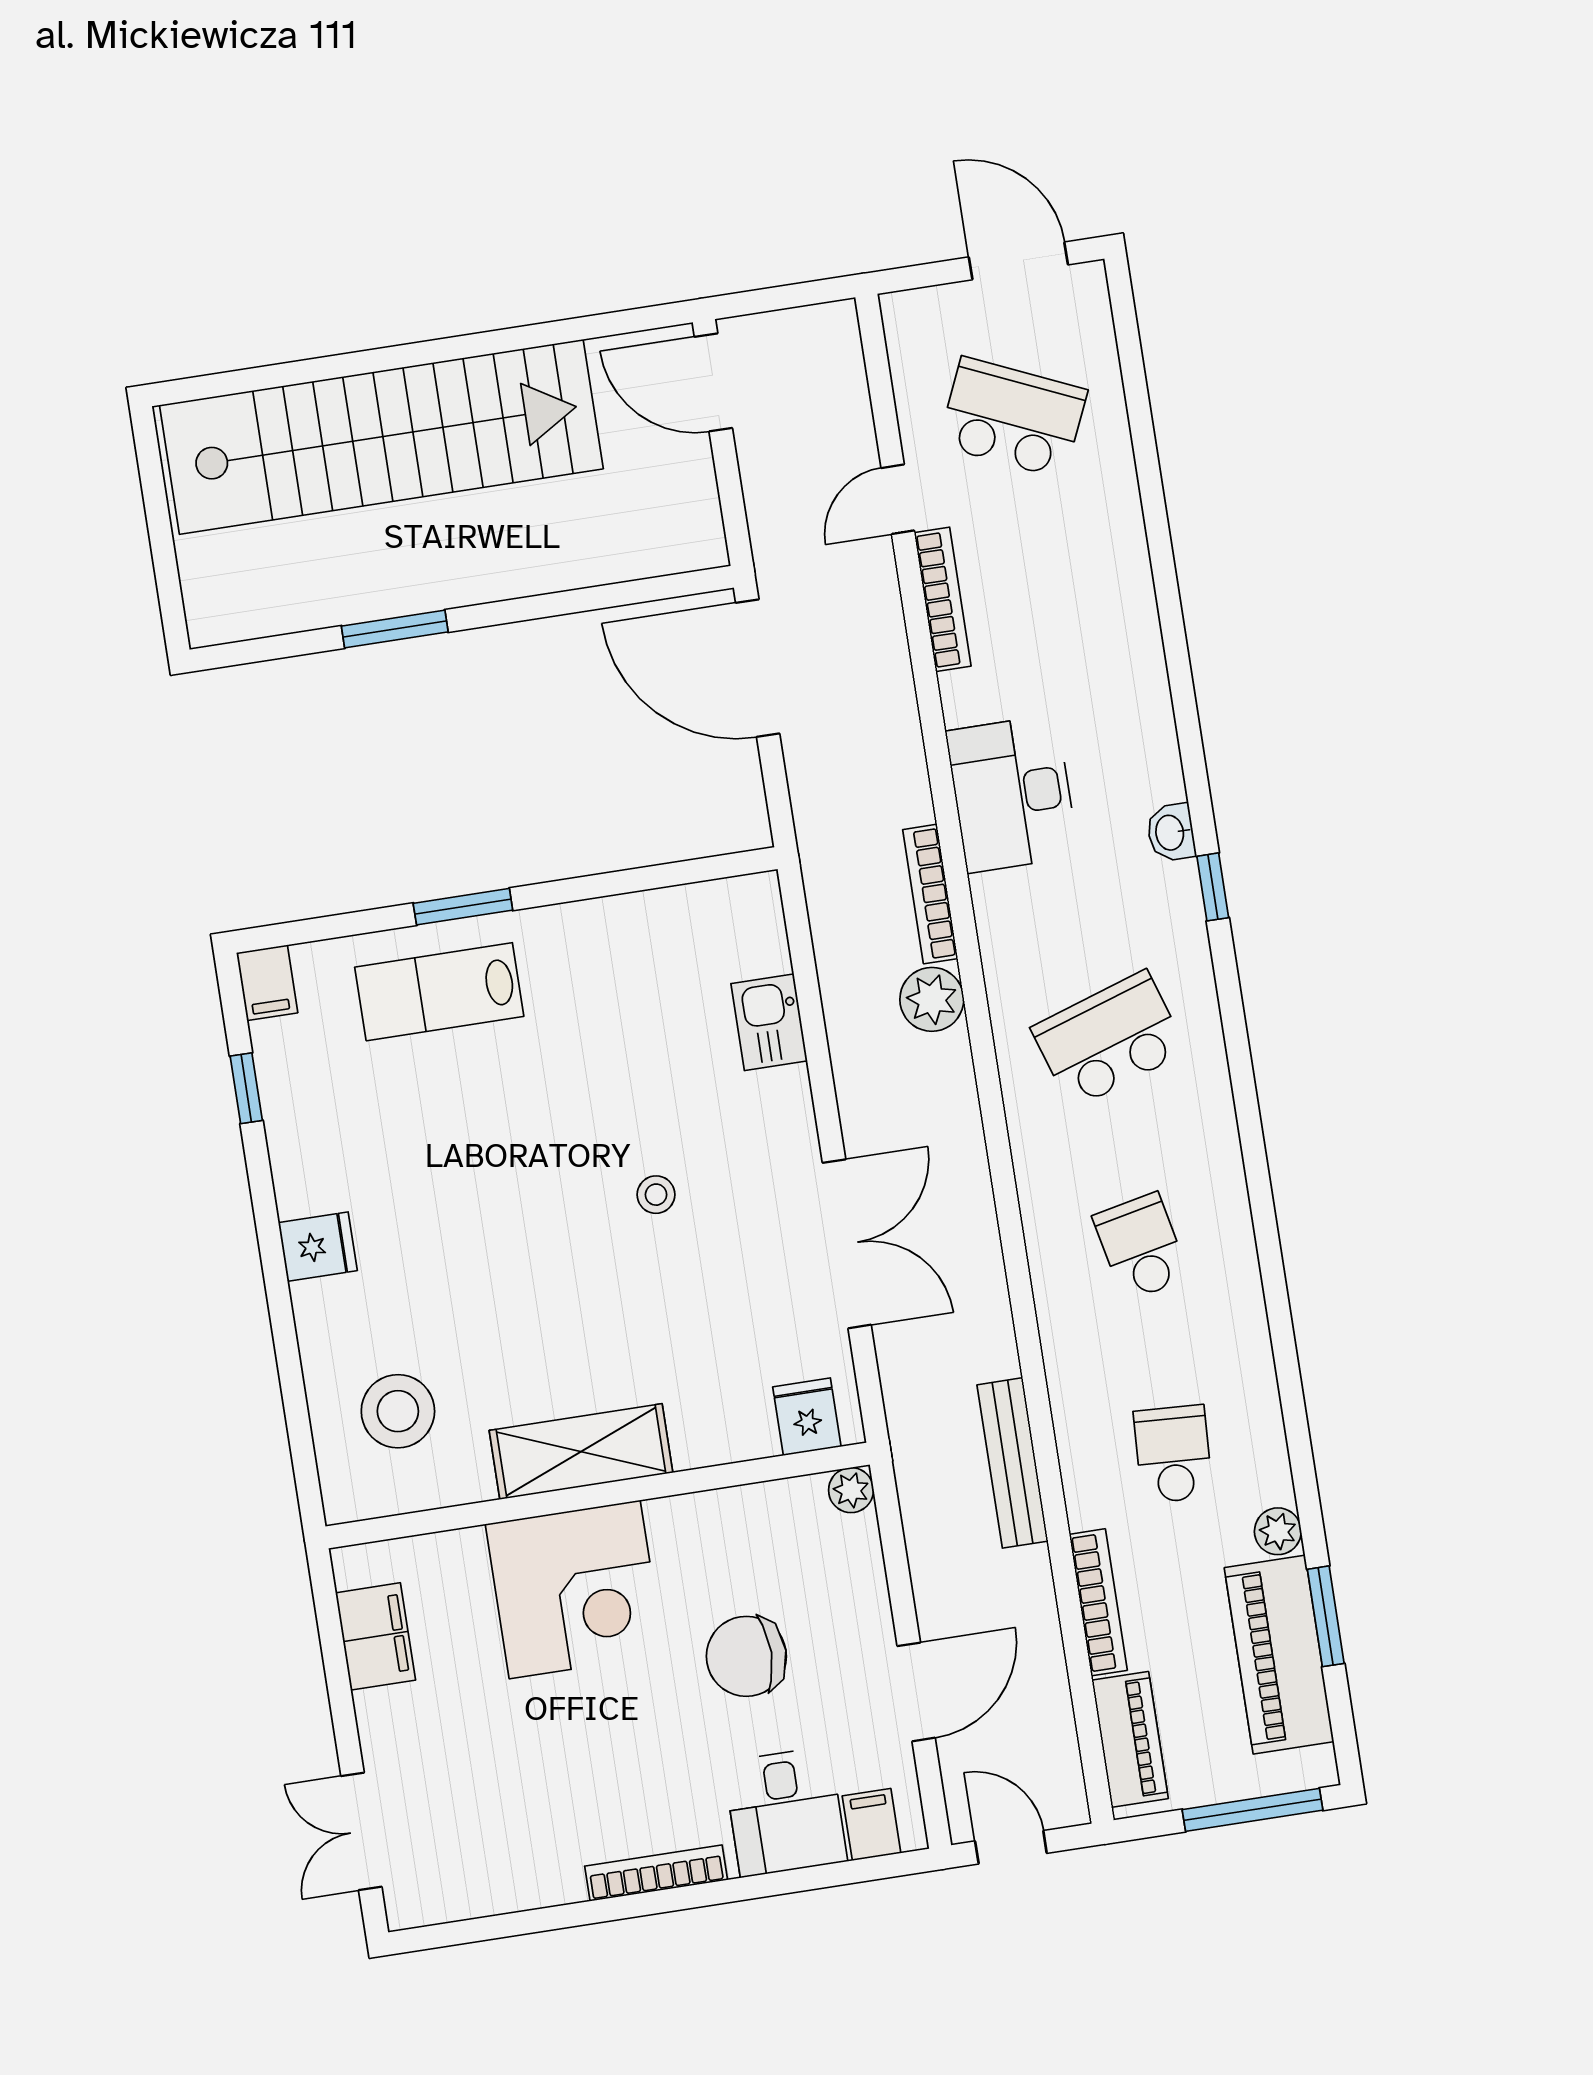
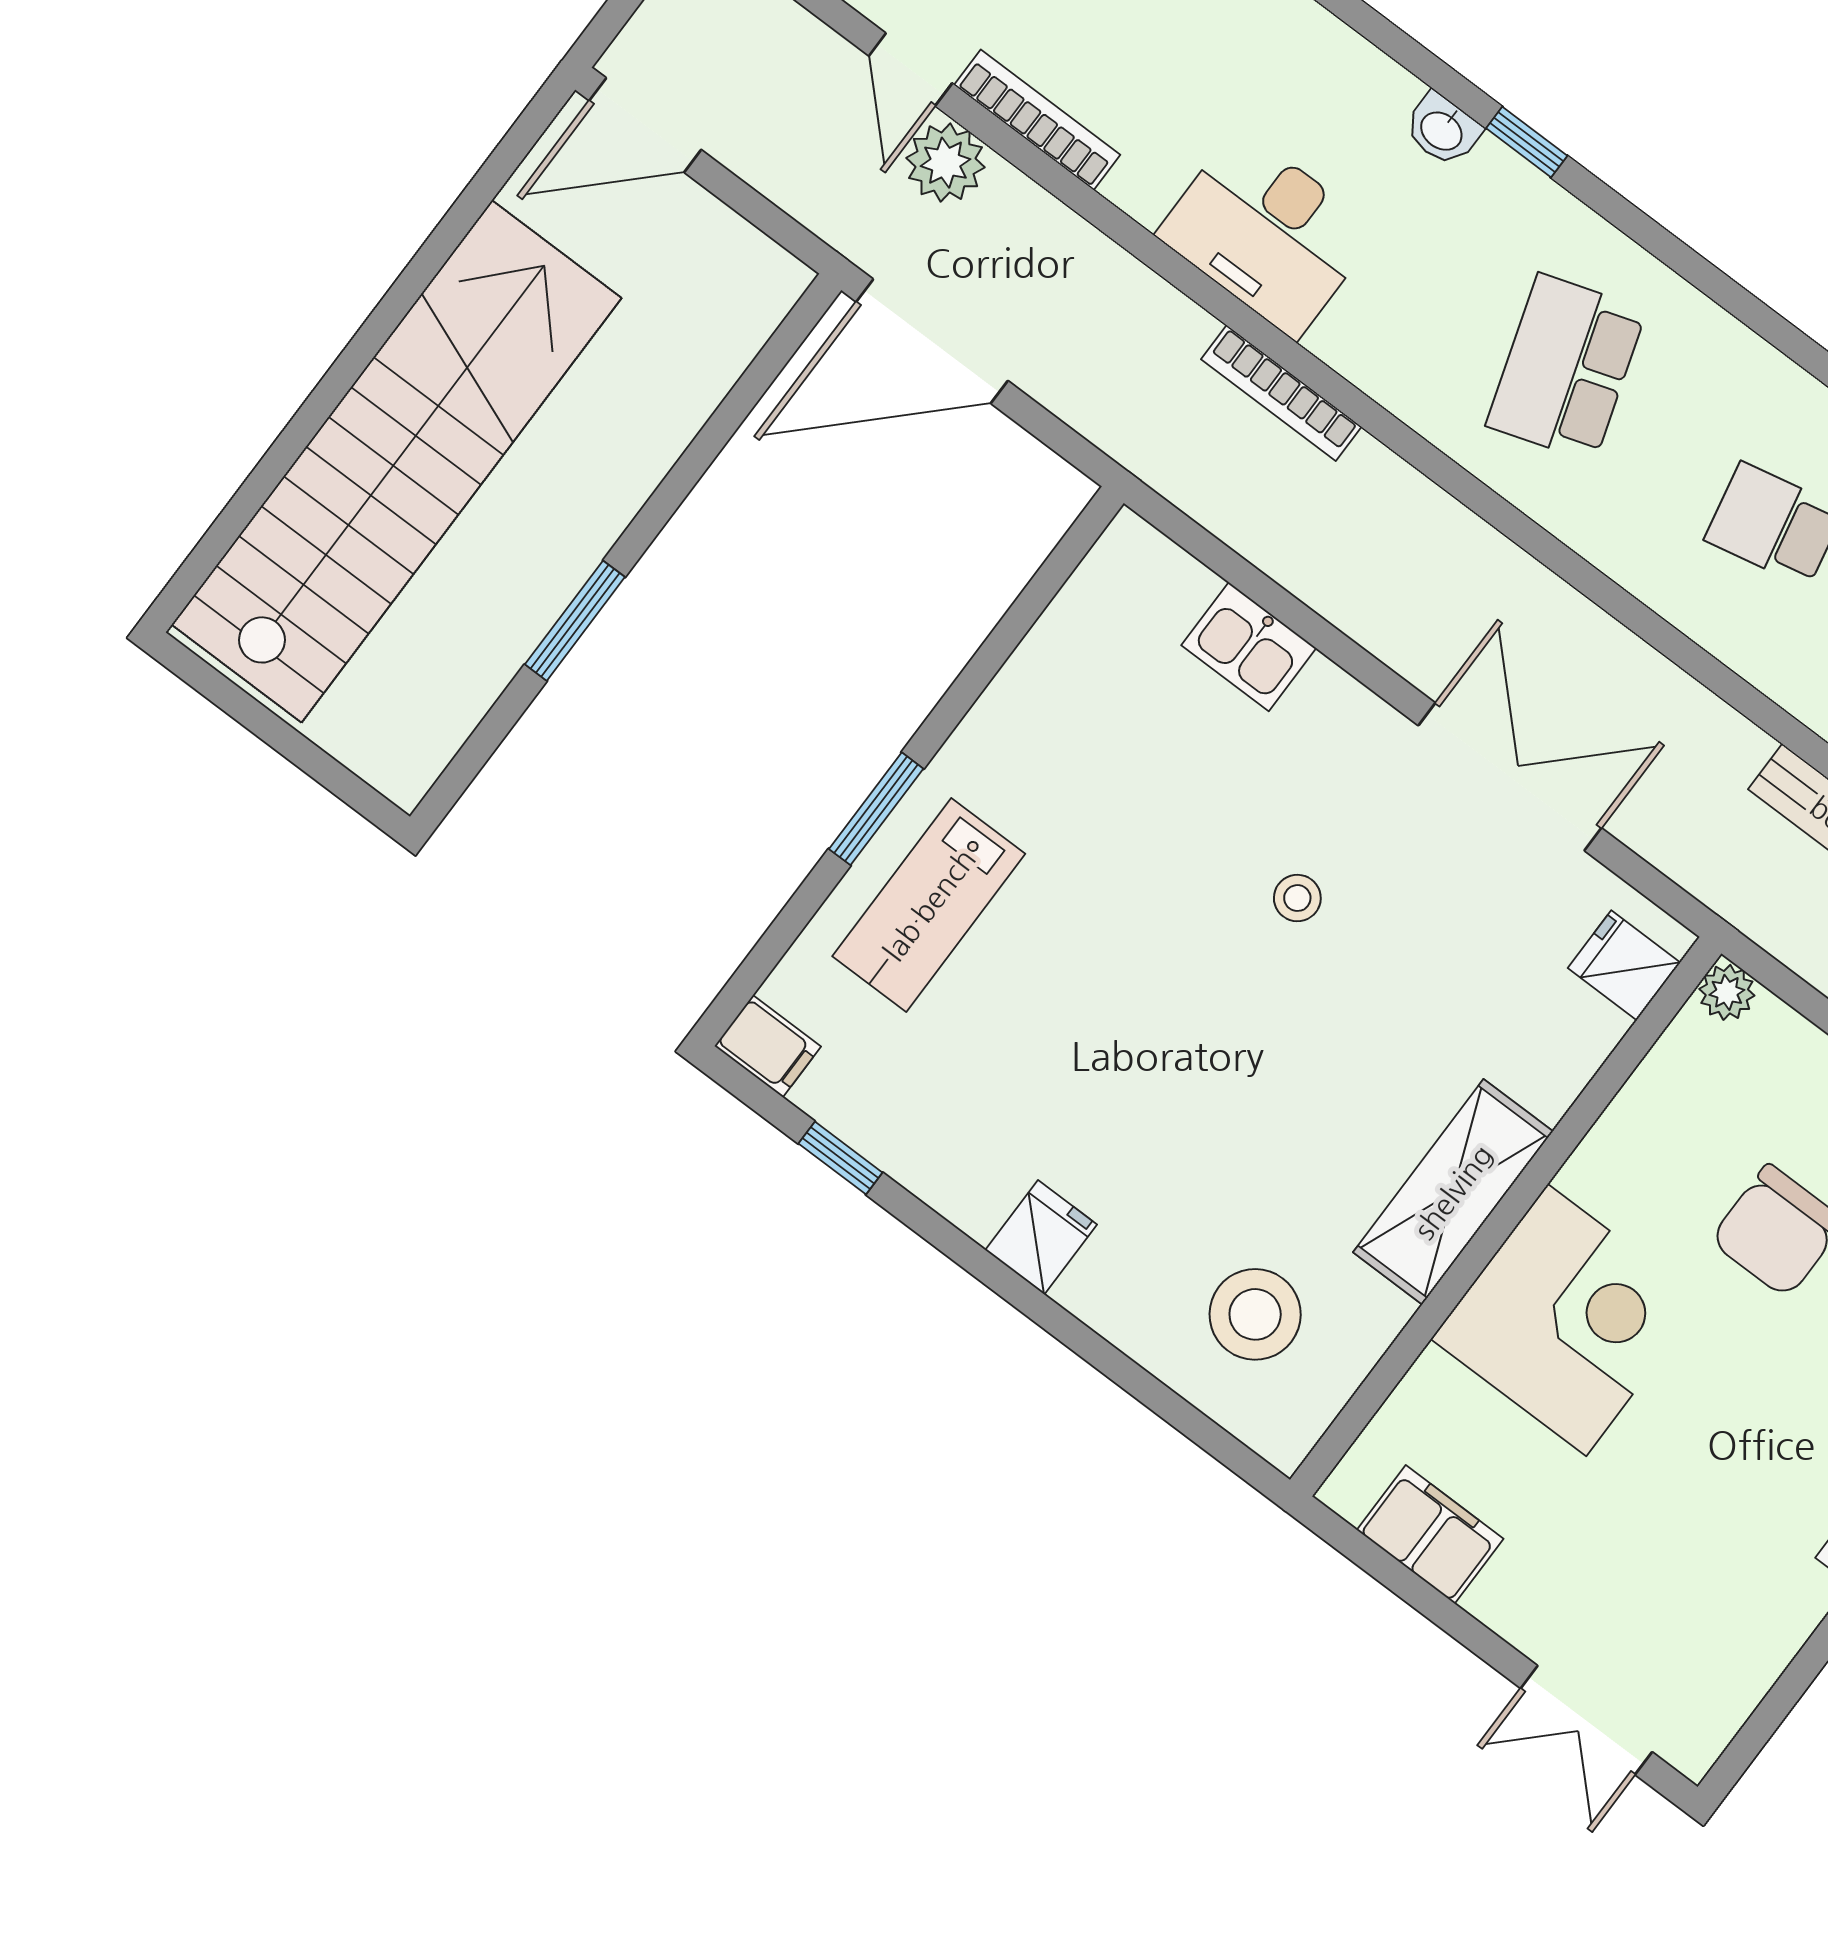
plant: (932, 999) -> (945, 163), moved

